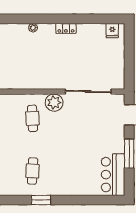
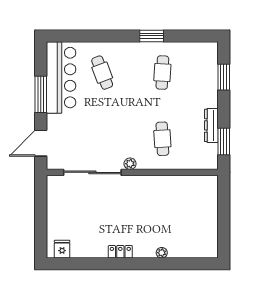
plant: (54, 103) -> (130, 164), width x0.53, depth x0.53
cafe table: (80, 171) -> (102, 73), added
bar counter: (113, 175) -> (61, 78), width x1.36

